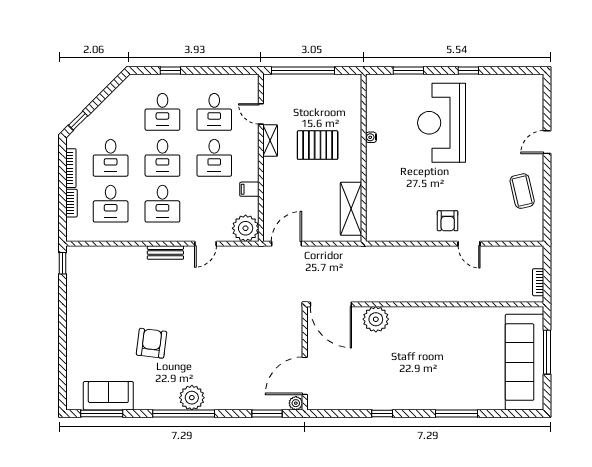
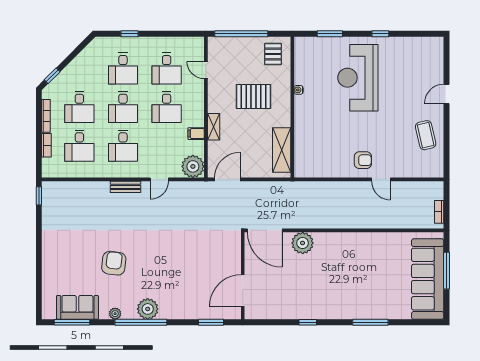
pallet: (341, 95) -> (273, 54), added
shelving: (270, 141) -> (214, 127), moved
armchair: (448, 221) -> (363, 160), turned -90
plant: (296, 403) -> (115, 314), moved

